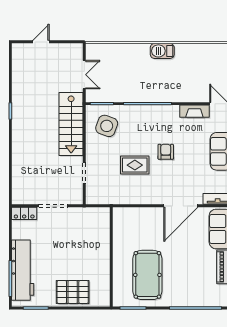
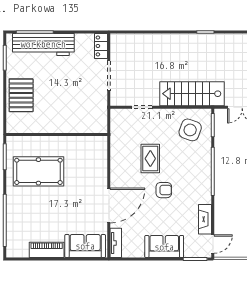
door: (181, 206) -> (109, 205), swing flipped

